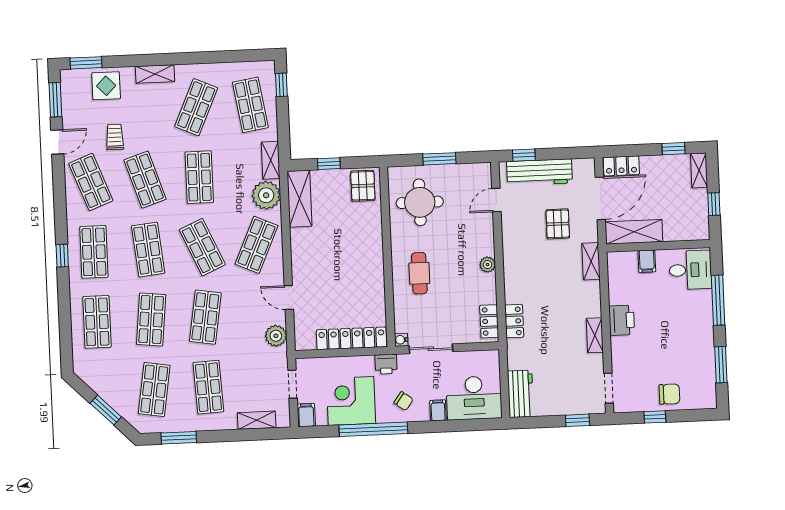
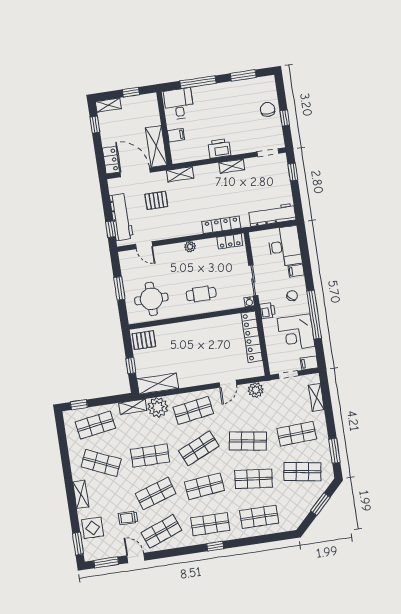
shop shelf: (257, 245) -> (193, 410), turned -33
locker: (514, 321) -> (221, 225), width x1.53
workbench: (521, 394) -> (272, 215), width x1.38

